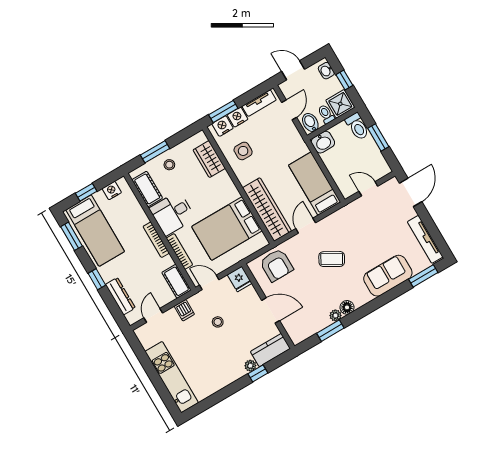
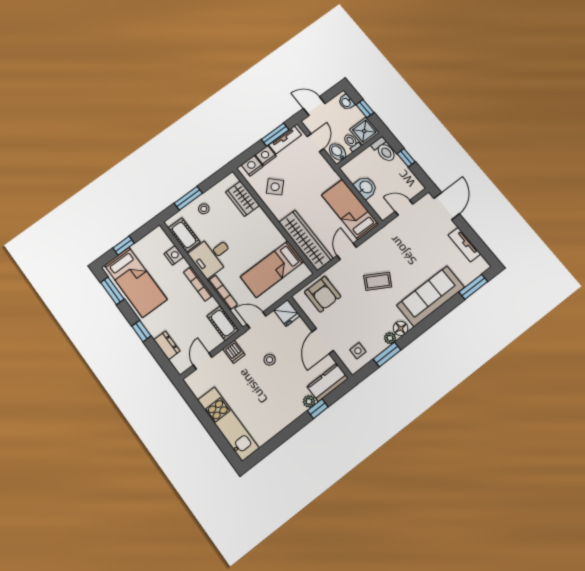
window: (223, 111) -> (275, 135), moved
window: (378, 137) -> (406, 158), width x0.67
washbasin: (323, 142) -> (366, 187), moved, turned -90
side table: (243, 151) -> (275, 187), turned 45
nightstand: (112, 191) -> (174, 255), moved, turned 90
bed: (227, 229) -> (272, 269), width x0.67
tv unit: (425, 239) -> (464, 245), width x0.71
sofa: (388, 276) -> (431, 296), width x1.36
dresser: (120, 296) -> (167, 345), width x0.70
door: (271, 310) -> (323, 341), swing flipped
side table: (303, 324) -> (358, 351), added

